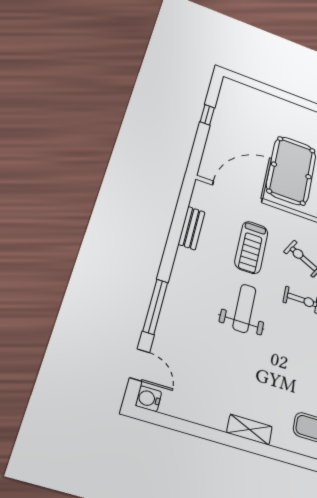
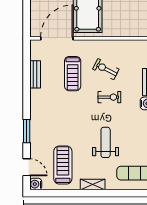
window: (155, 307) -> (27, 131), width x0.69
weight bench: (244, 308) -> (106, 142), moved
treadmill: (205, 381) -> (63, 165), added

